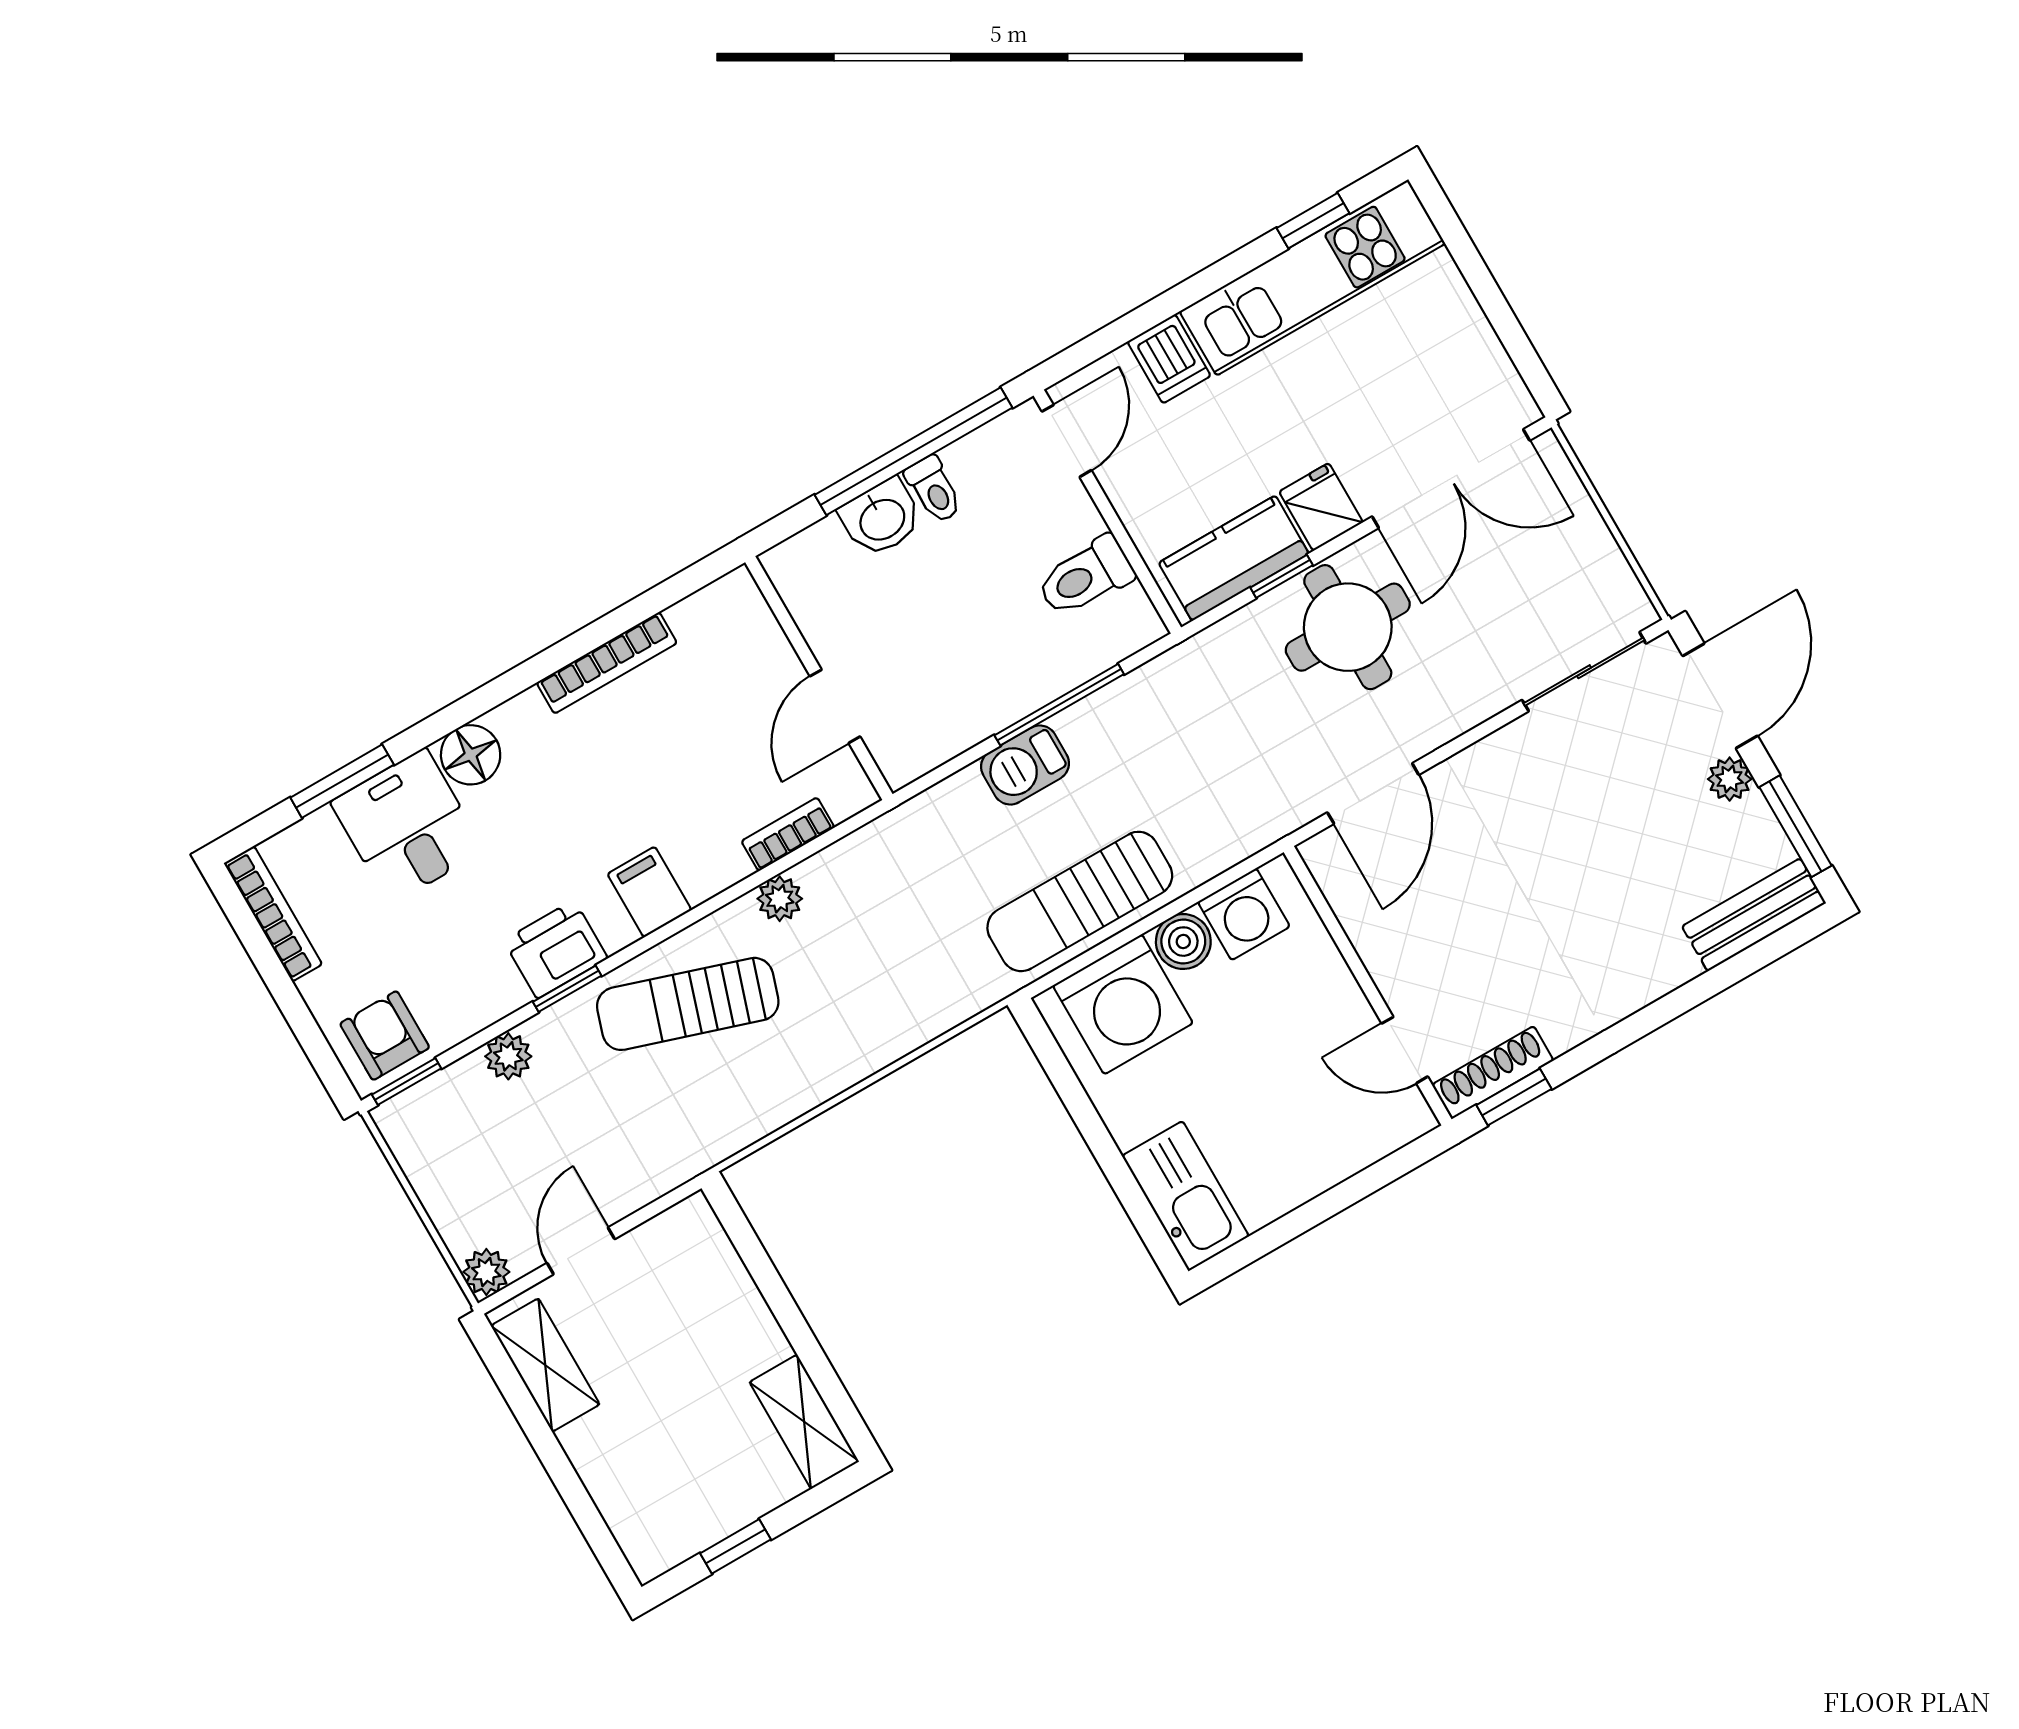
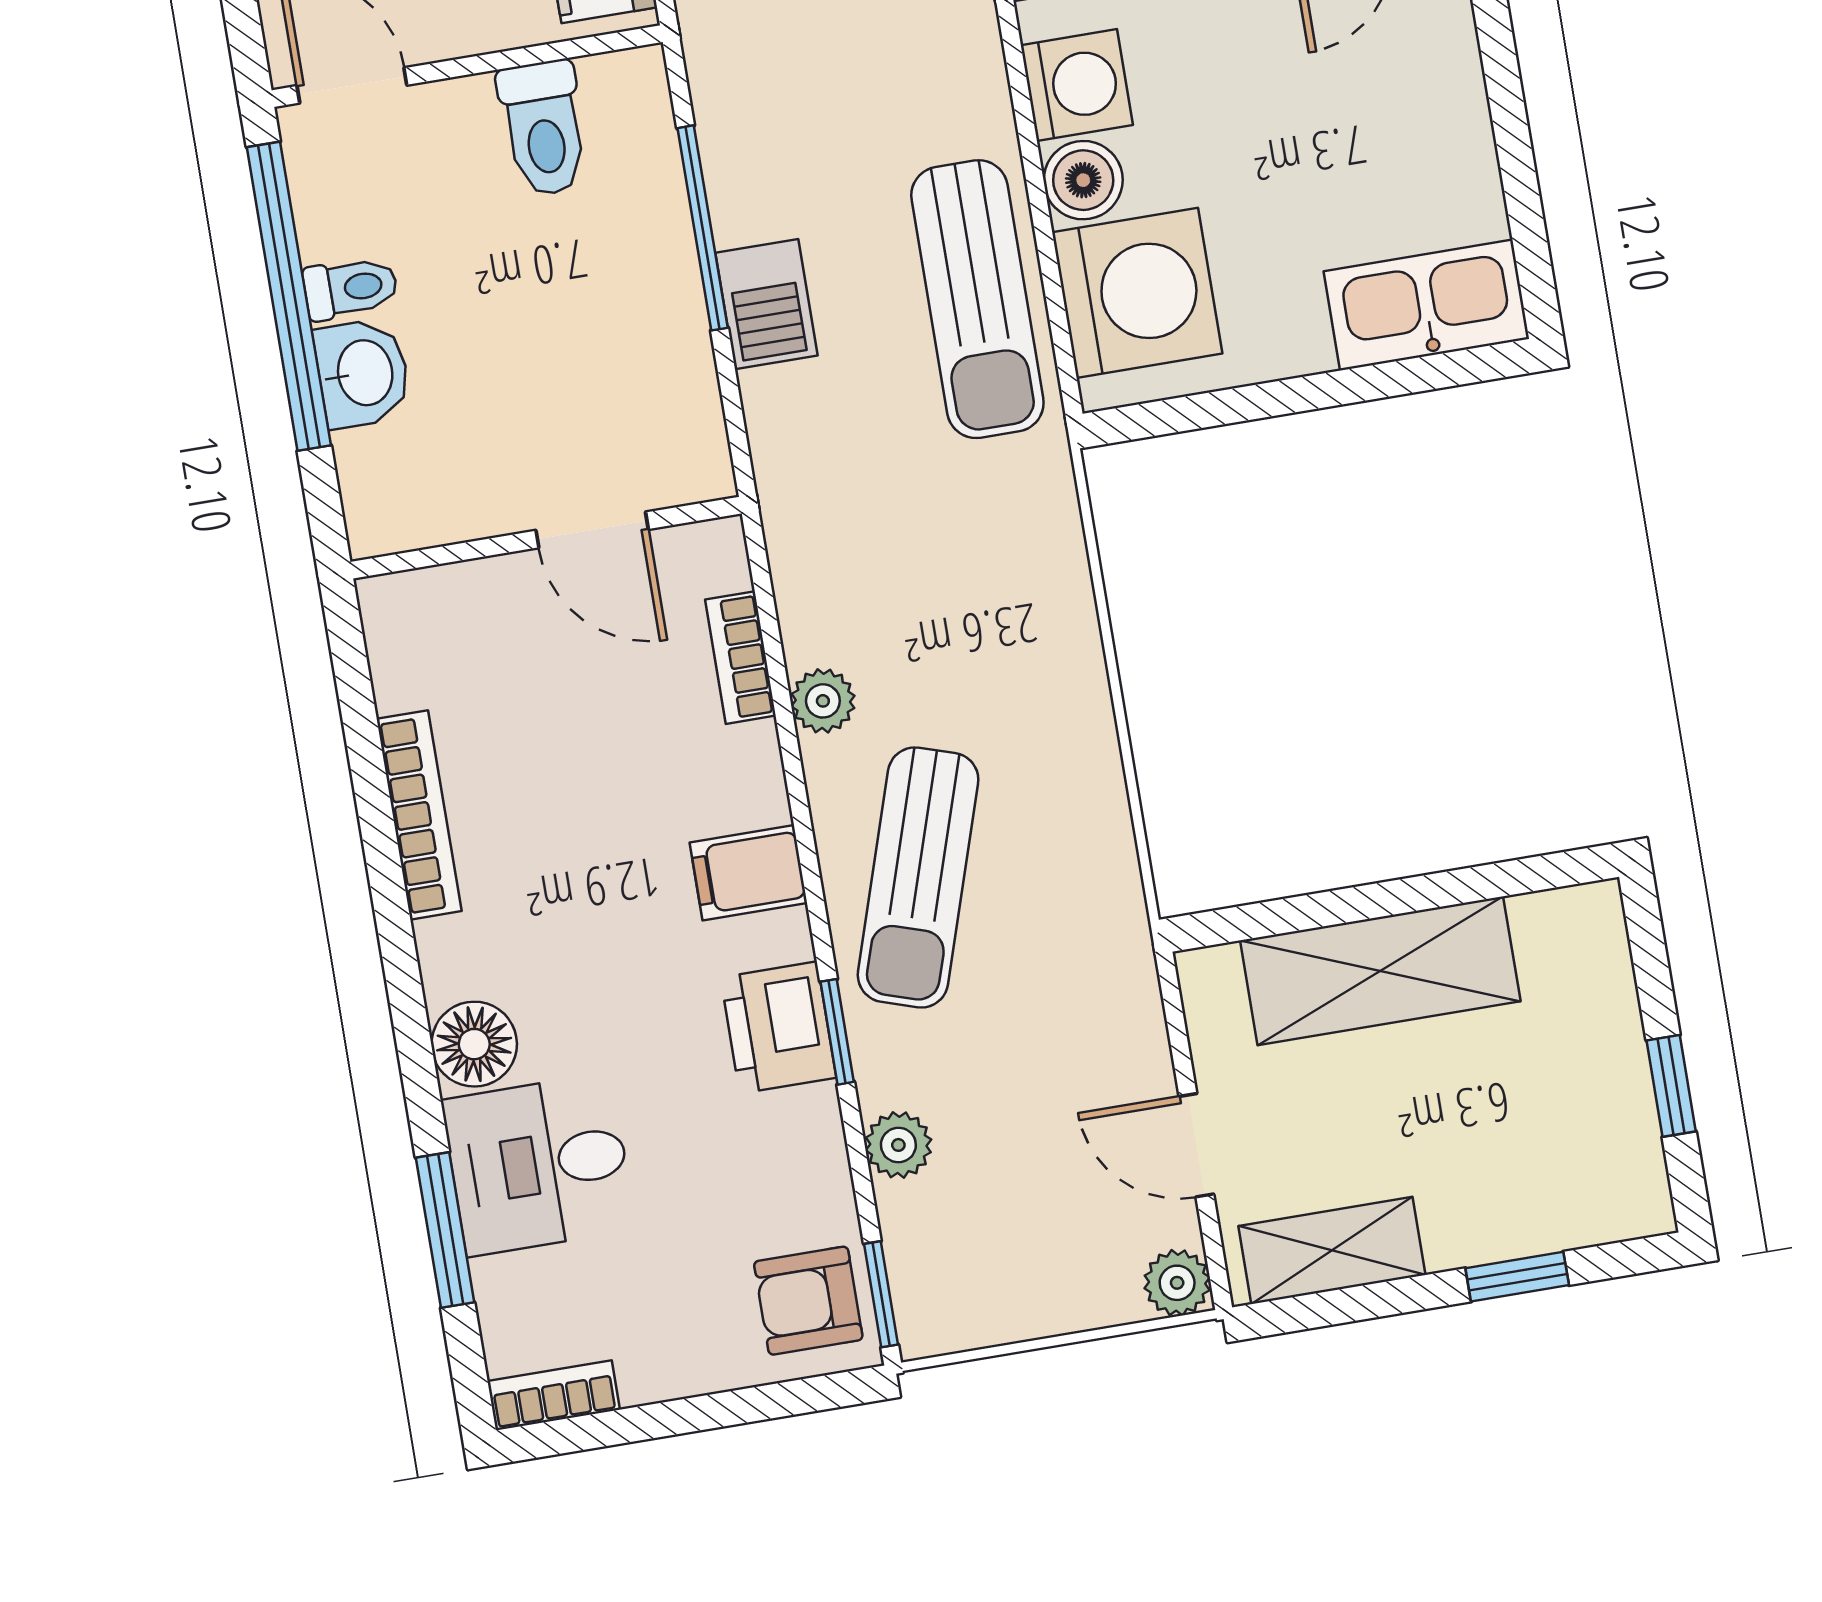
bookcase: (273, 914) -> (554, 1395), width x0.64
shelving: (804, 1422) -> (1380, 971), moved, width x1.50, depth x1.33
window: (573, 1492) -> (1517, 1277), added

